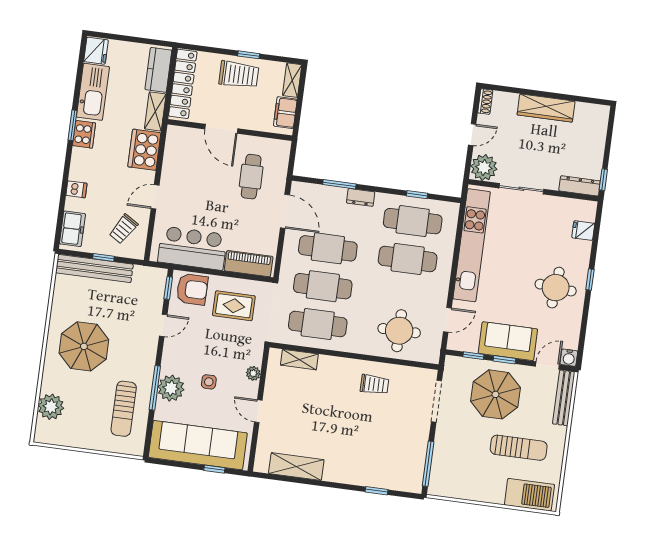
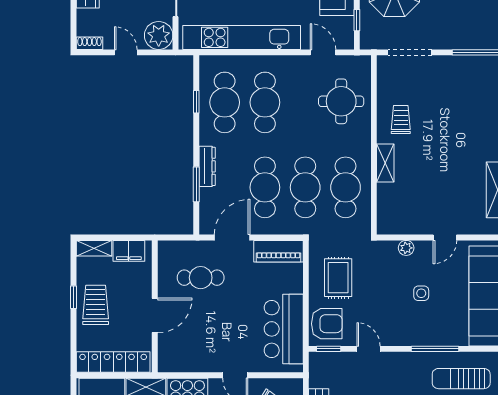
dresser: (361, 197) -> (207, 166), width x1.44
piano: (249, 264) -> (279, 251), moved, turned -90
armchair: (192, 289) -> (327, 324), turned 90
shelving: (299, 360) -> (385, 163), moved
plant: (171, 388) -> (433, 332), removed
sun lounger: (124, 409) -> (461, 379), turned 180

